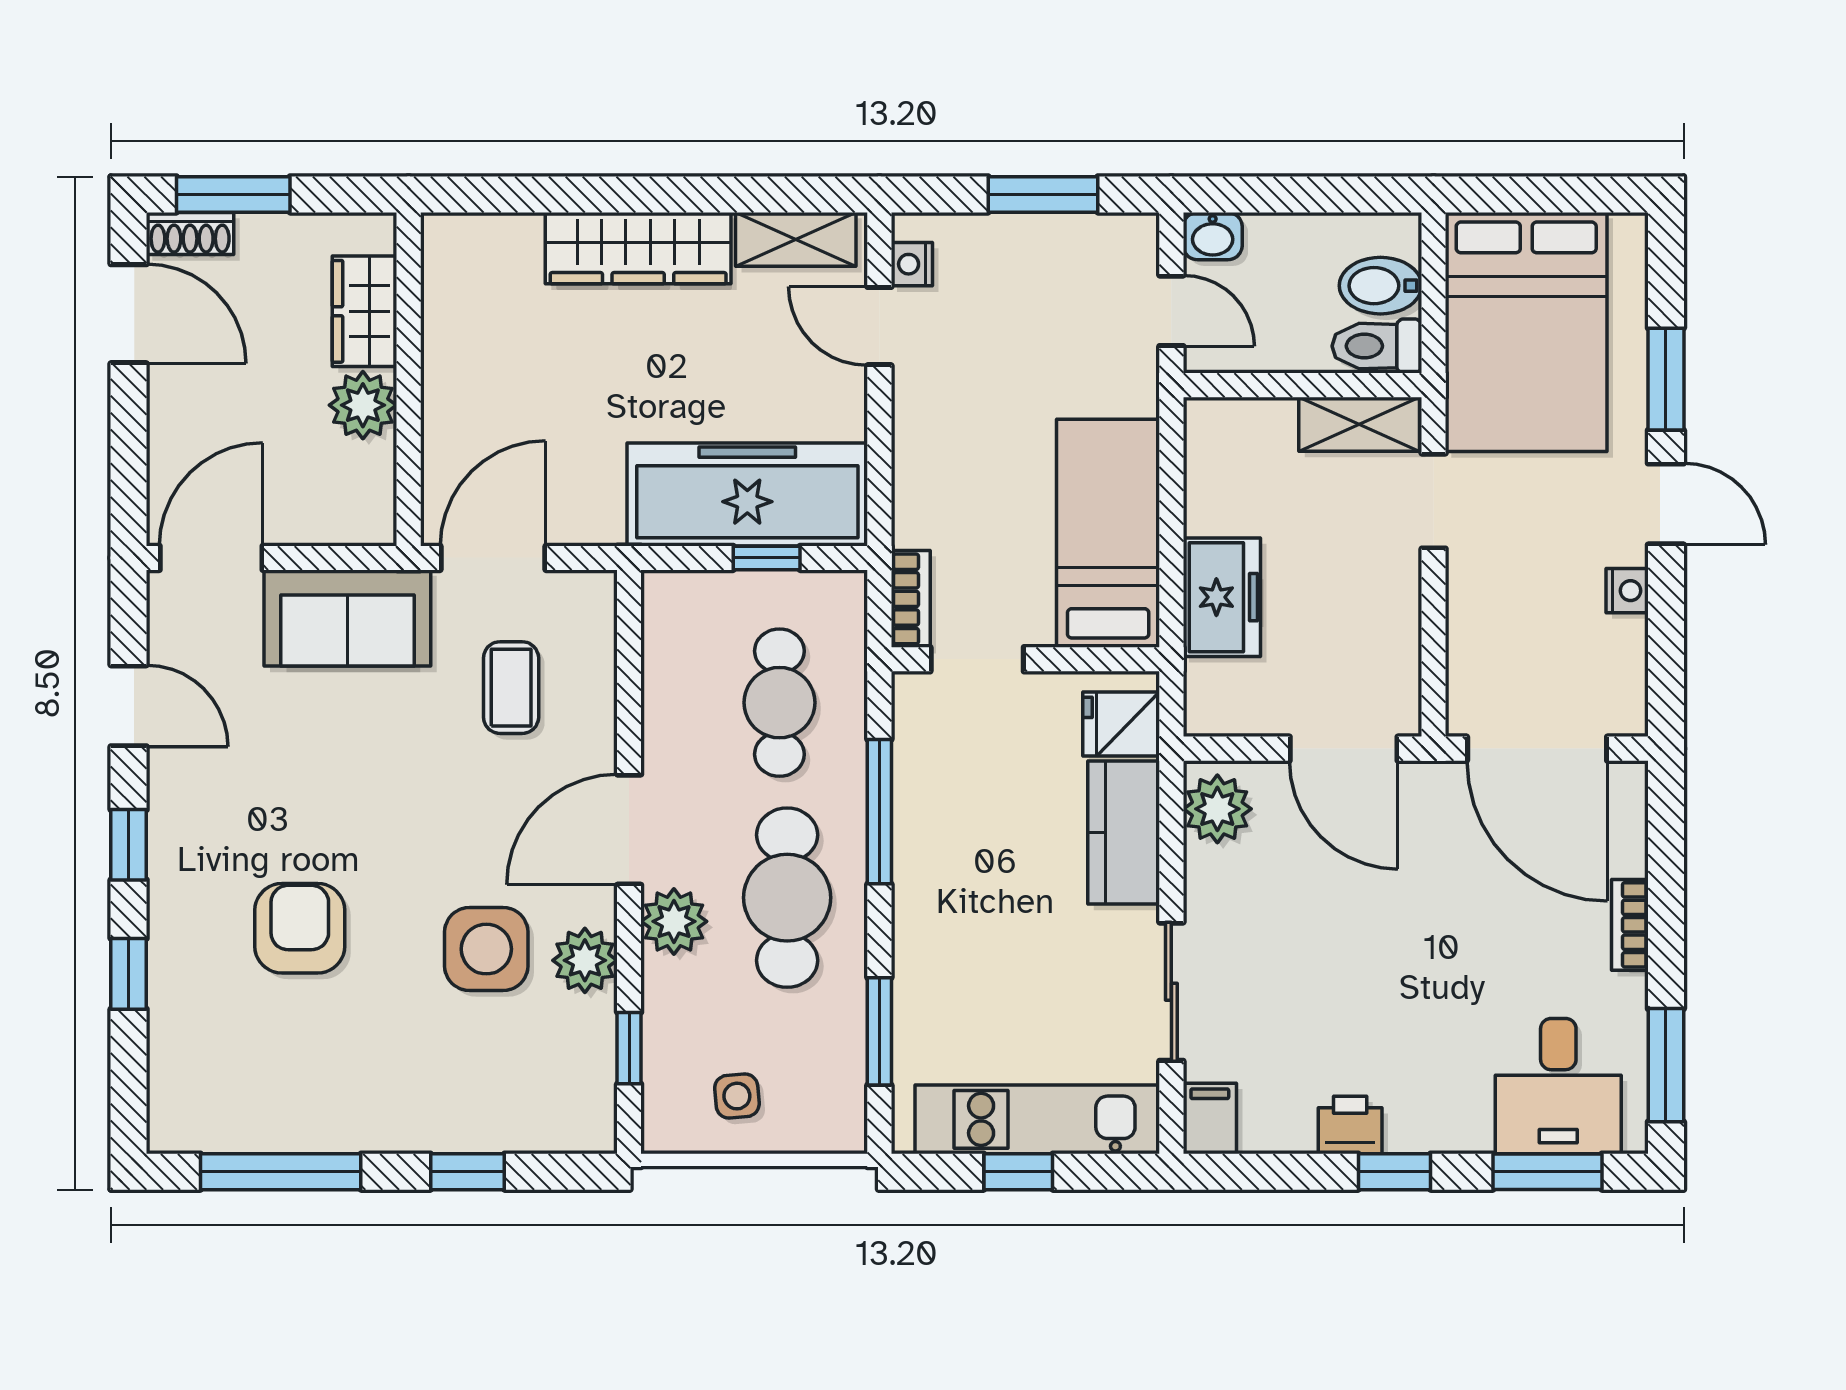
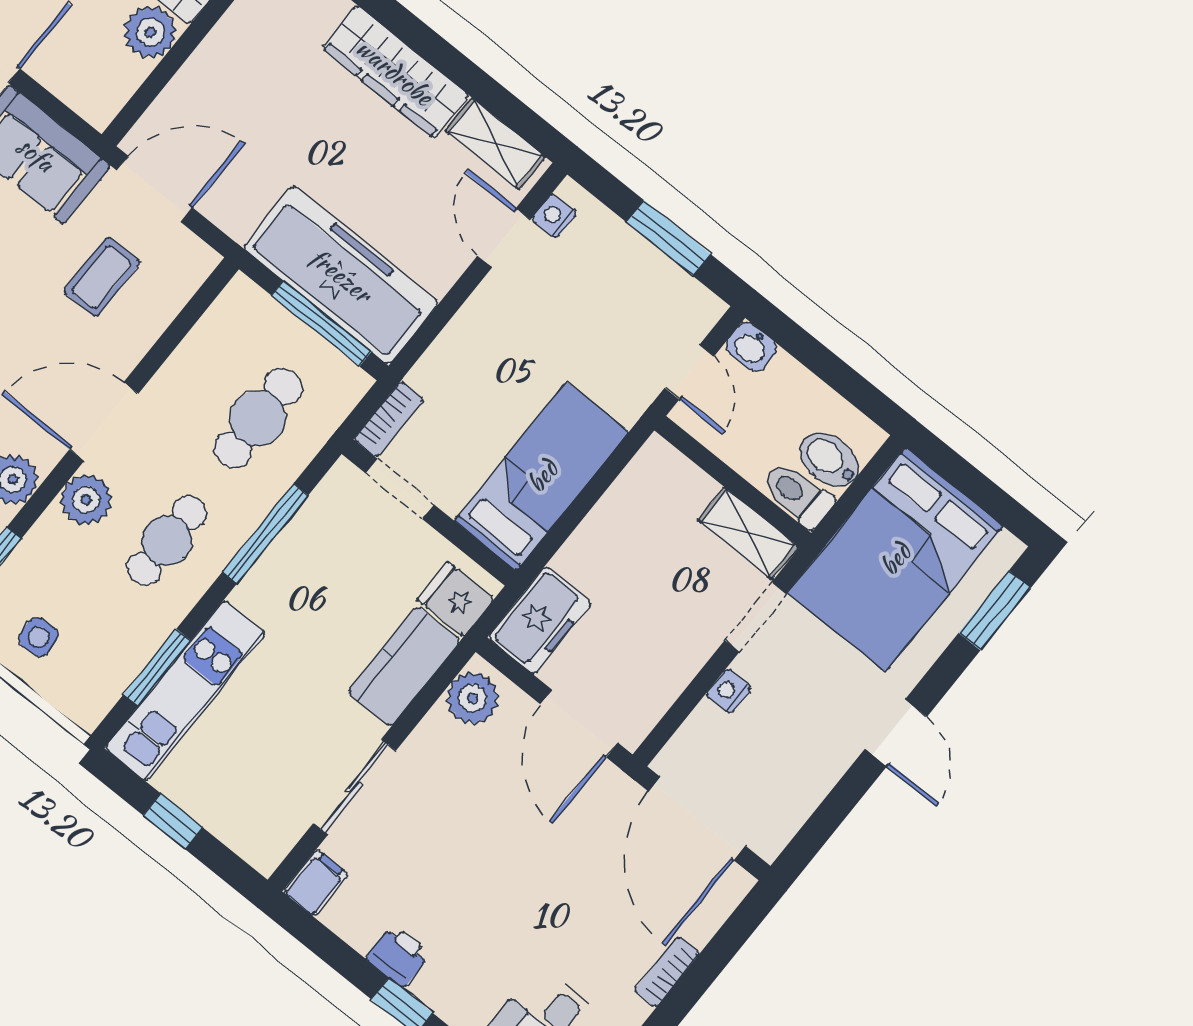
window: (1666, 379) -> (995, 611), moved
window: (767, 558) -> (321, 324), width x2.17
nightstand: (1627, 591) -> (729, 691), moved, turned 180
freezer: (1222, 597) -> (540, 620), moved
cafe table: (787, 898) -> (167, 541), width x0.73, depth x0.74
kitchen unit: (1037, 1119) -> (185, 691), moved, turned 90

